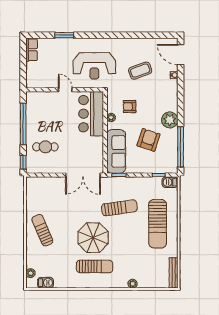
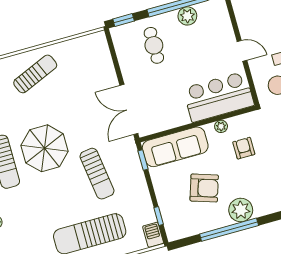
door: (65, 90) -> (242, 51), hinge flipped
plant: (32, 119) -> (187, 16), added
window: (181, 147) -> (229, 230), moved

